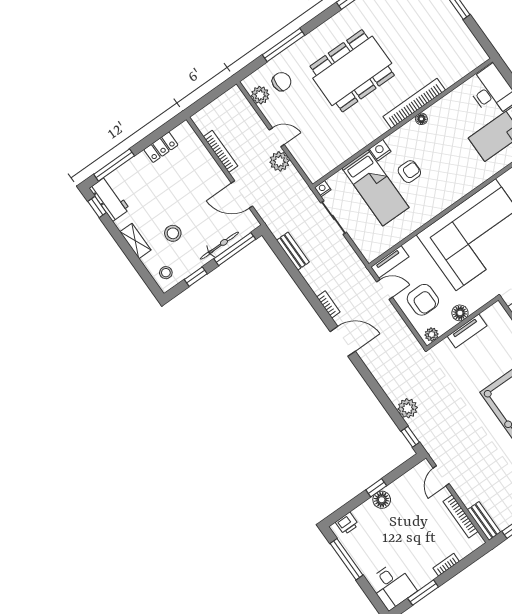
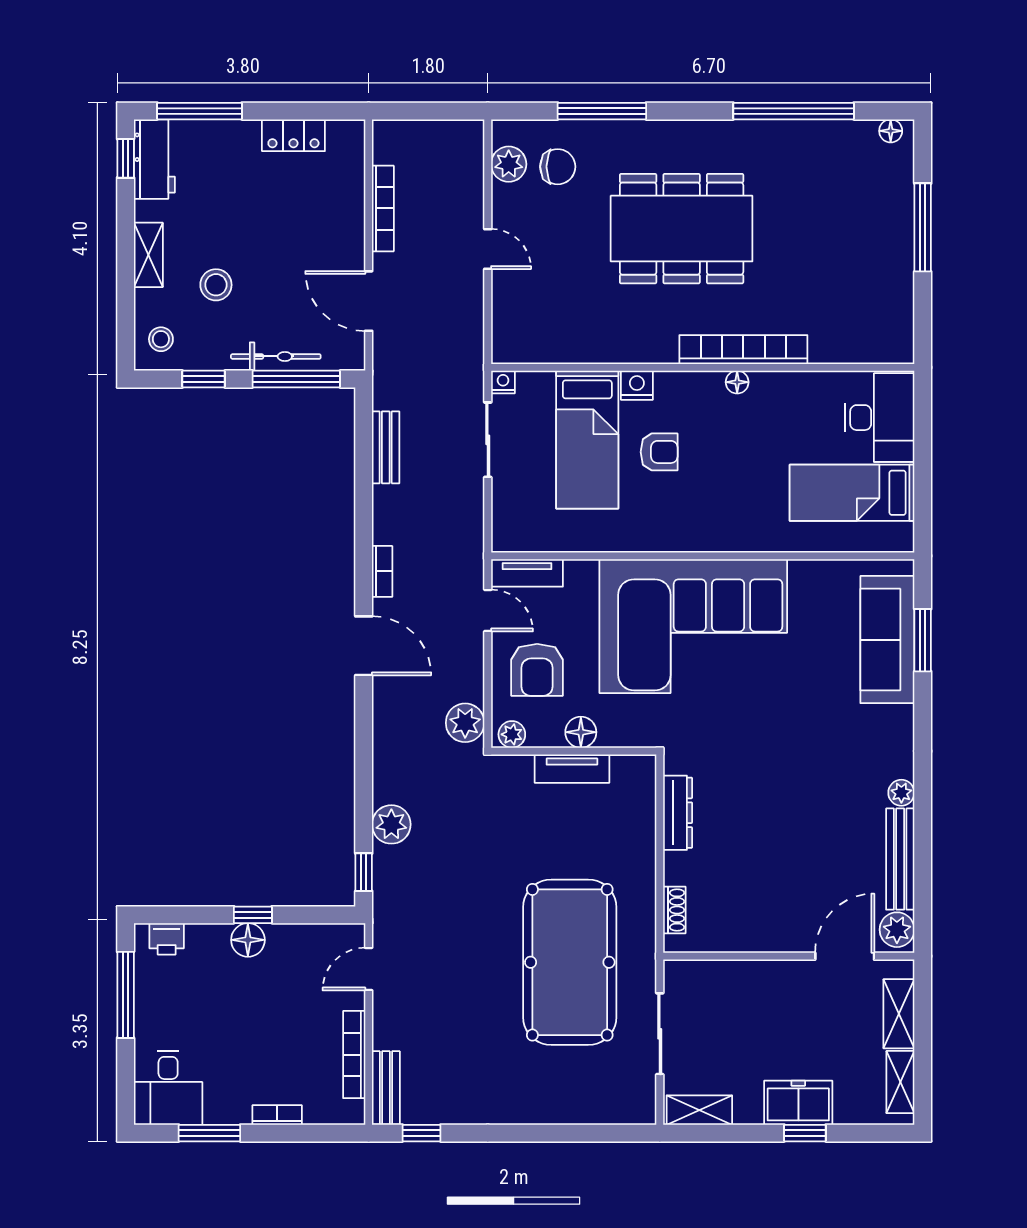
plant: (279, 161) -> (465, 723), moved

